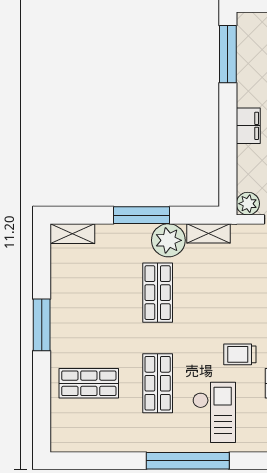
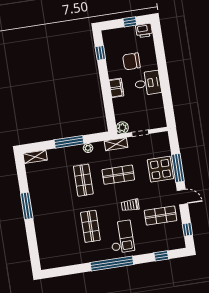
window: (228, 54) -> (100, 53), width x0.46
shelving: (208, 233) -> (116, 144), moved
plant: (168, 240) -> (88, 148), width x0.53, depth x0.53
shop shelf: (89, 383) -> (118, 175), moved

